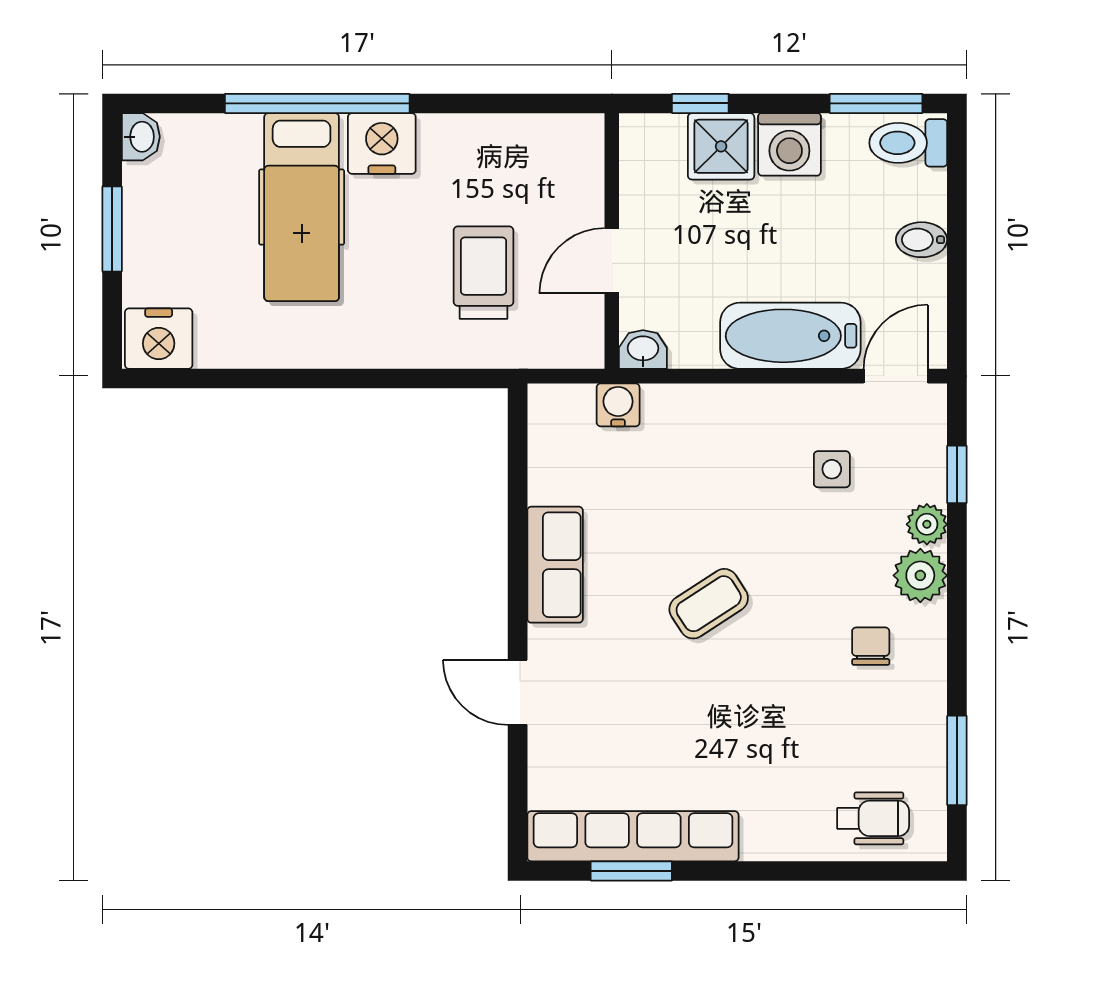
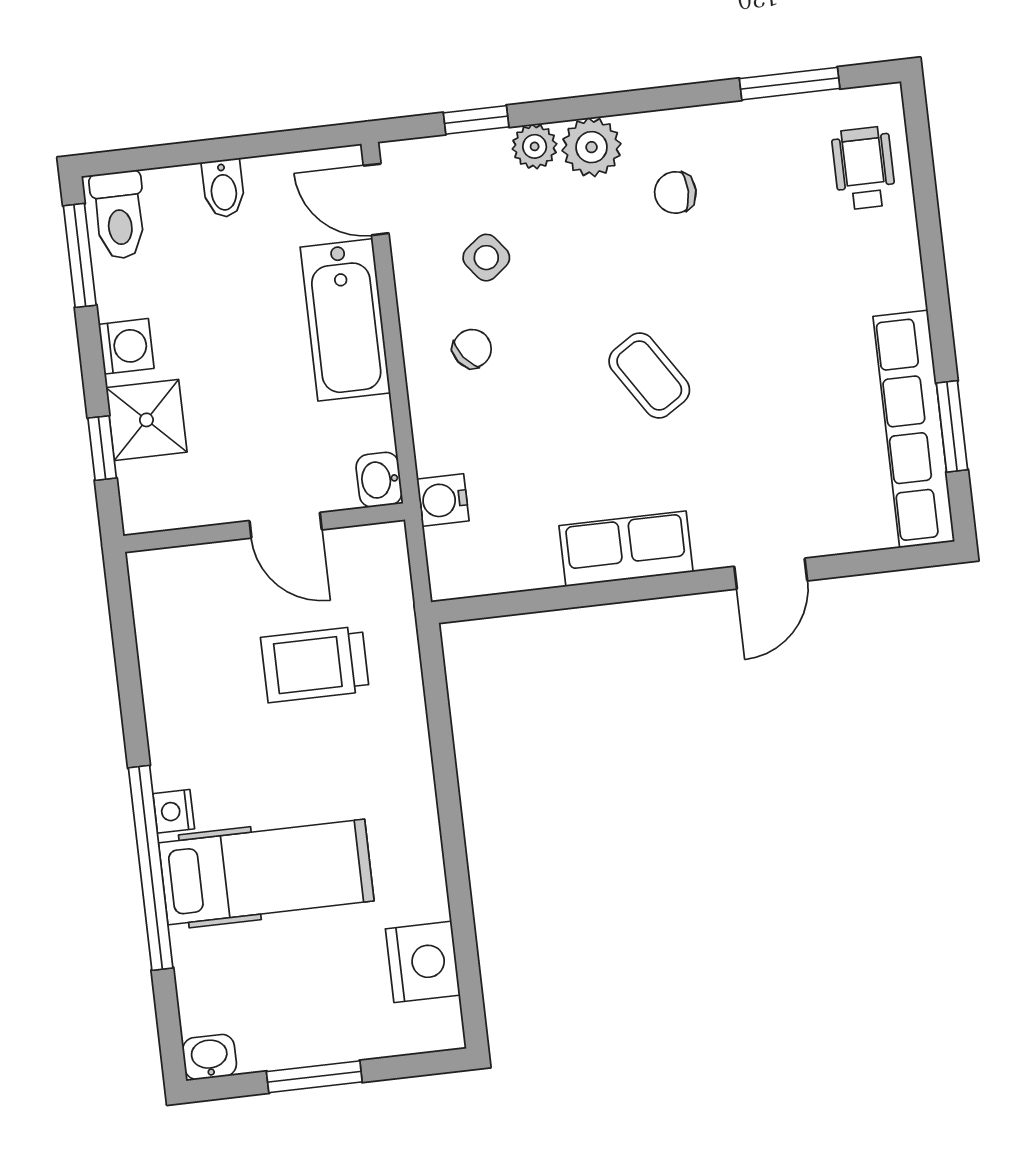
nightstand: (382, 143) -> (174, 811), width x0.53, depth x0.56
washing machine: (789, 144) -> (126, 346), width x0.73, depth x0.73
nightstand: (159, 339) -> (423, 962), moved
chair: (751, 447) -> (472, 349), added
side table: (832, 469) -> (486, 258), turned -38

